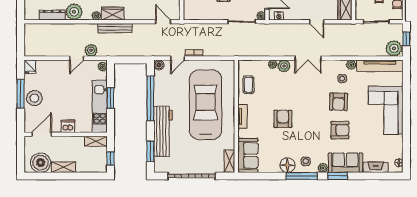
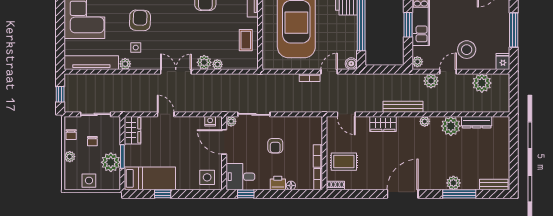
wardrobe: (113, 14) -> (383, 124), moved
plant: (394, 48) -> (482, 83), moved
stool: (34, 98) -> (467, 50), moved

